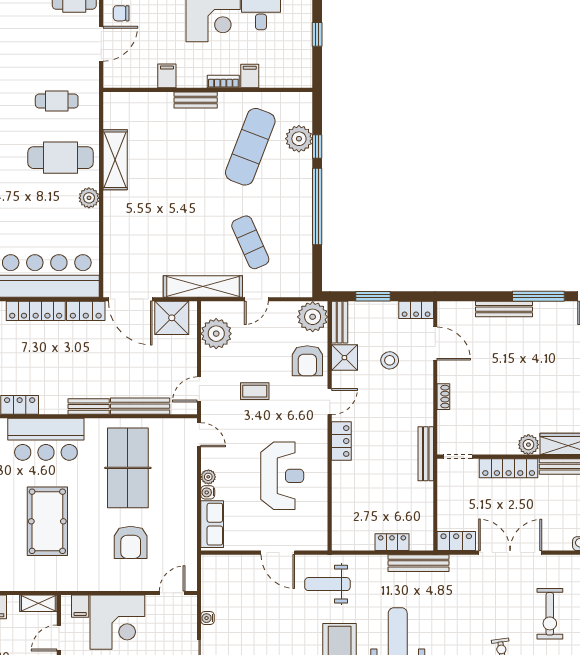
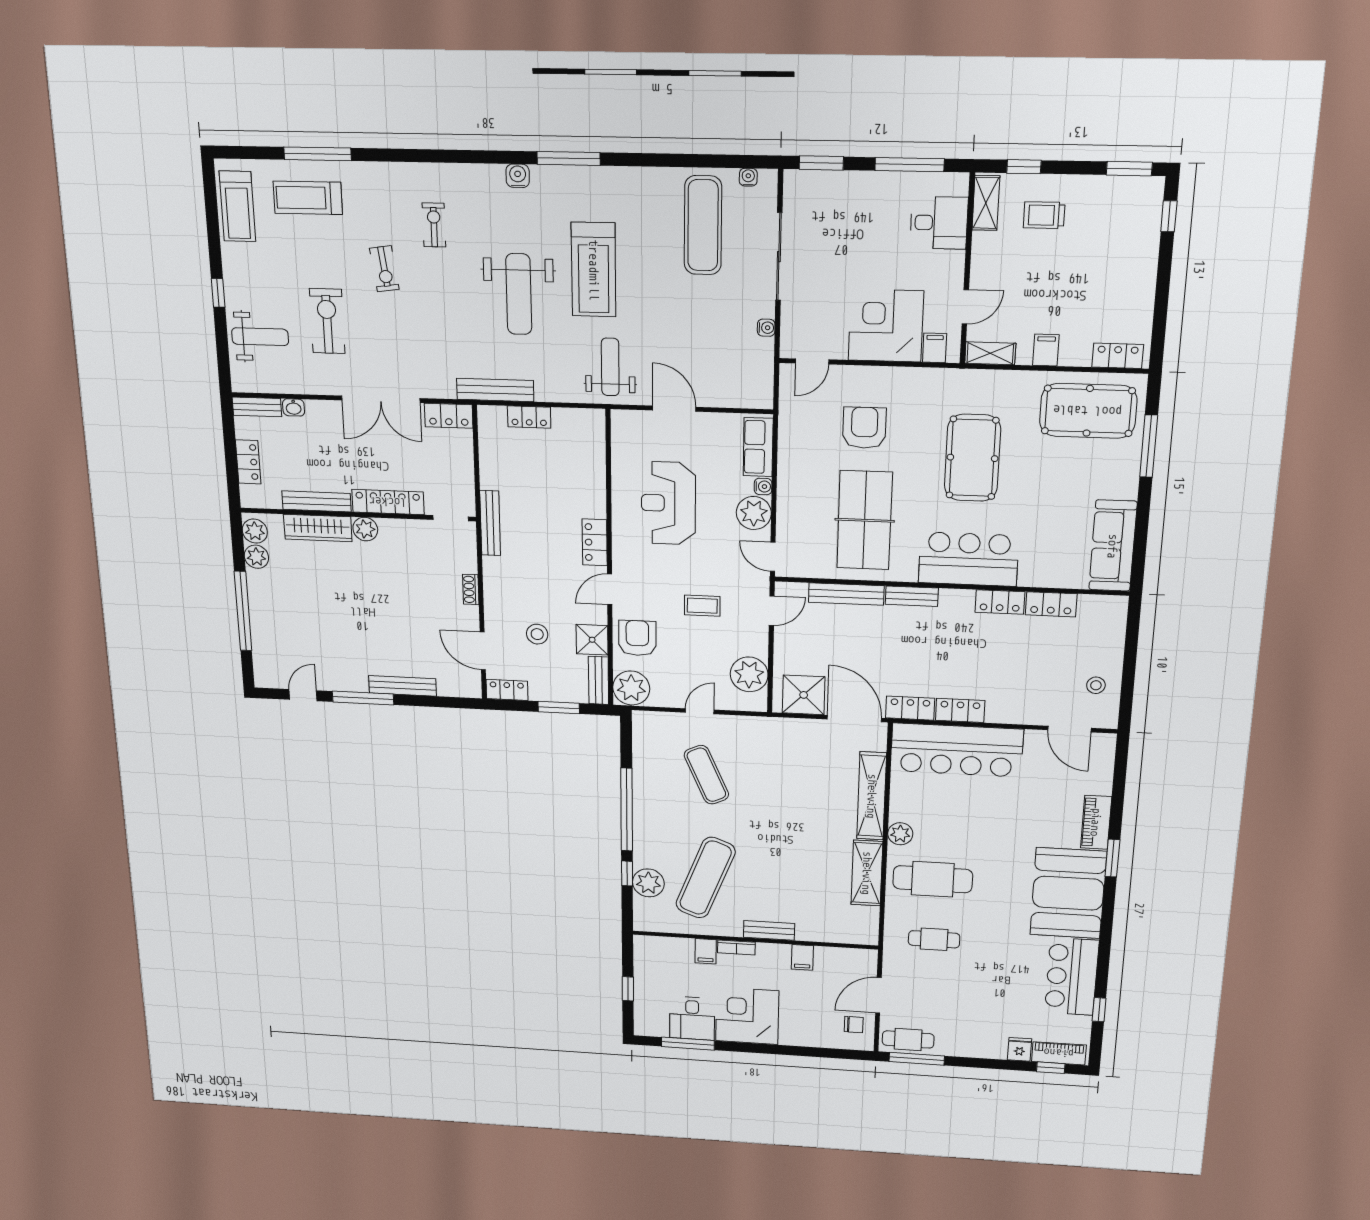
shelving: (203, 286) -> (872, 796), moved, turned 90
locker: (36, 311) -> (960, 710), width x0.66
plant: (208, 477) -> (754, 513), width x1.88, depth x1.88
weight bench: (327, 584) -> (610, 367), turned -90

